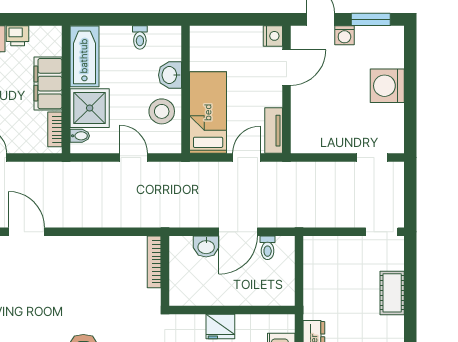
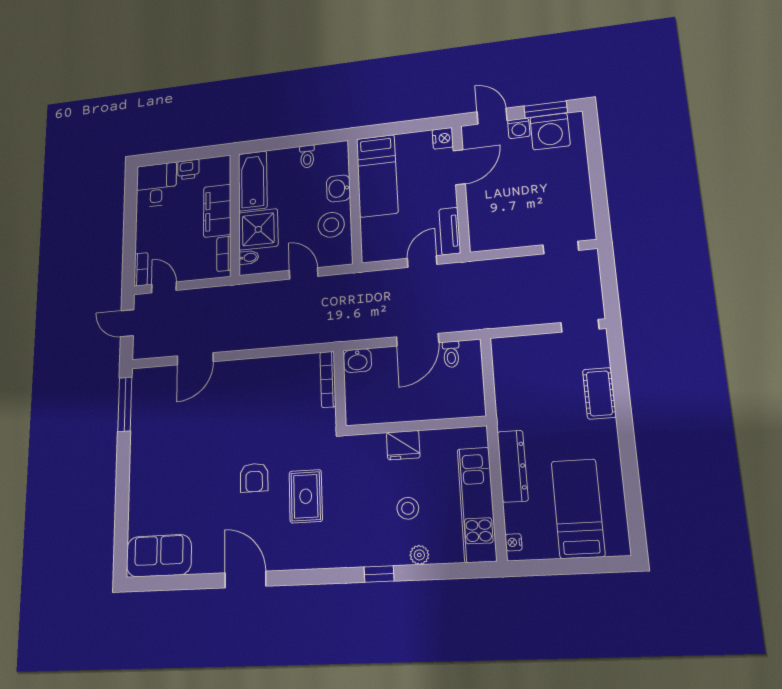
washing machine: (387, 86) -> (550, 131), moved, turned -90
bed: (208, 112) -> (377, 176), moved, turned 180
door: (27, 232) -> (195, 359), swing flipped
washbasin: (206, 246) -> (358, 361), moved

